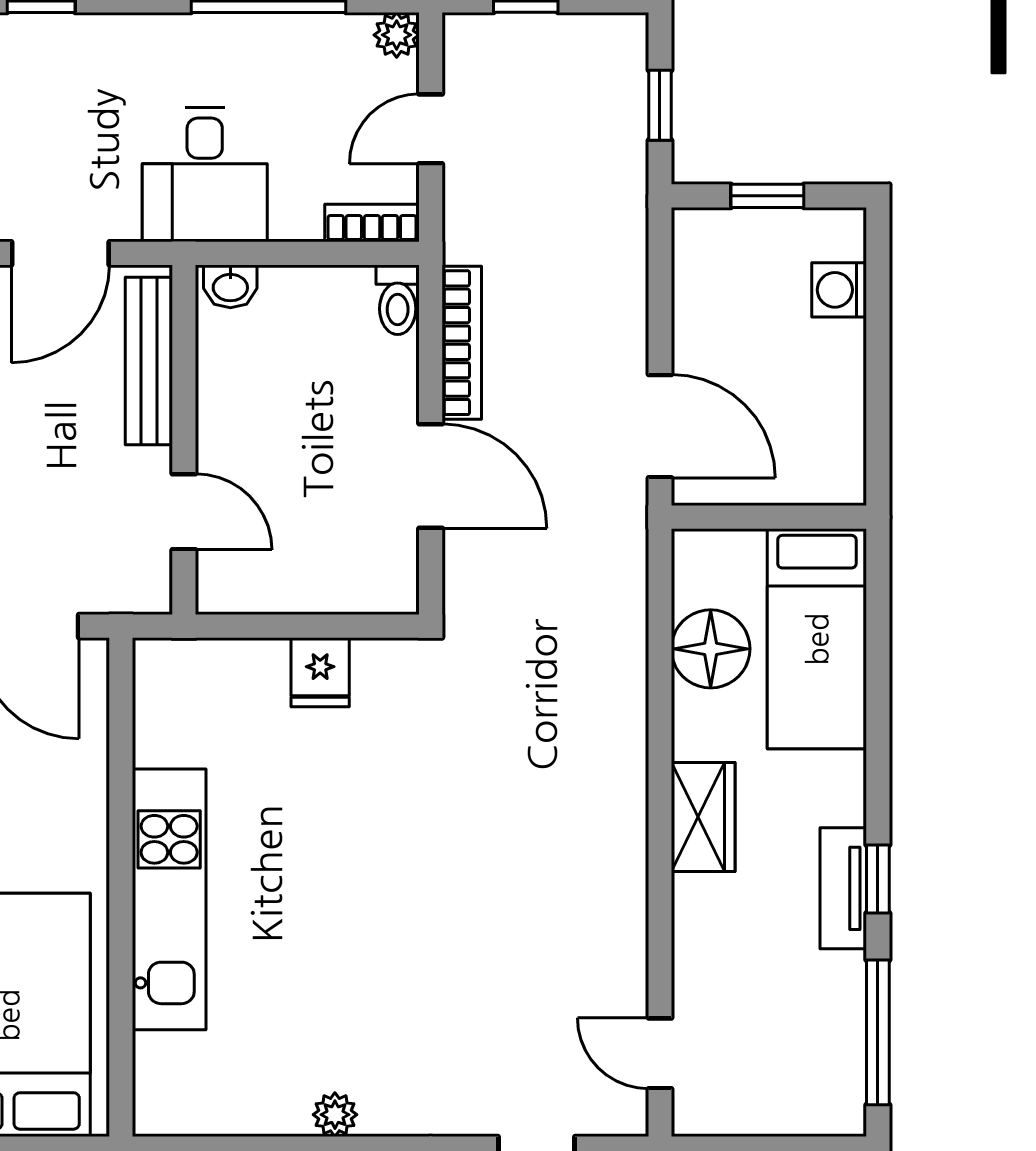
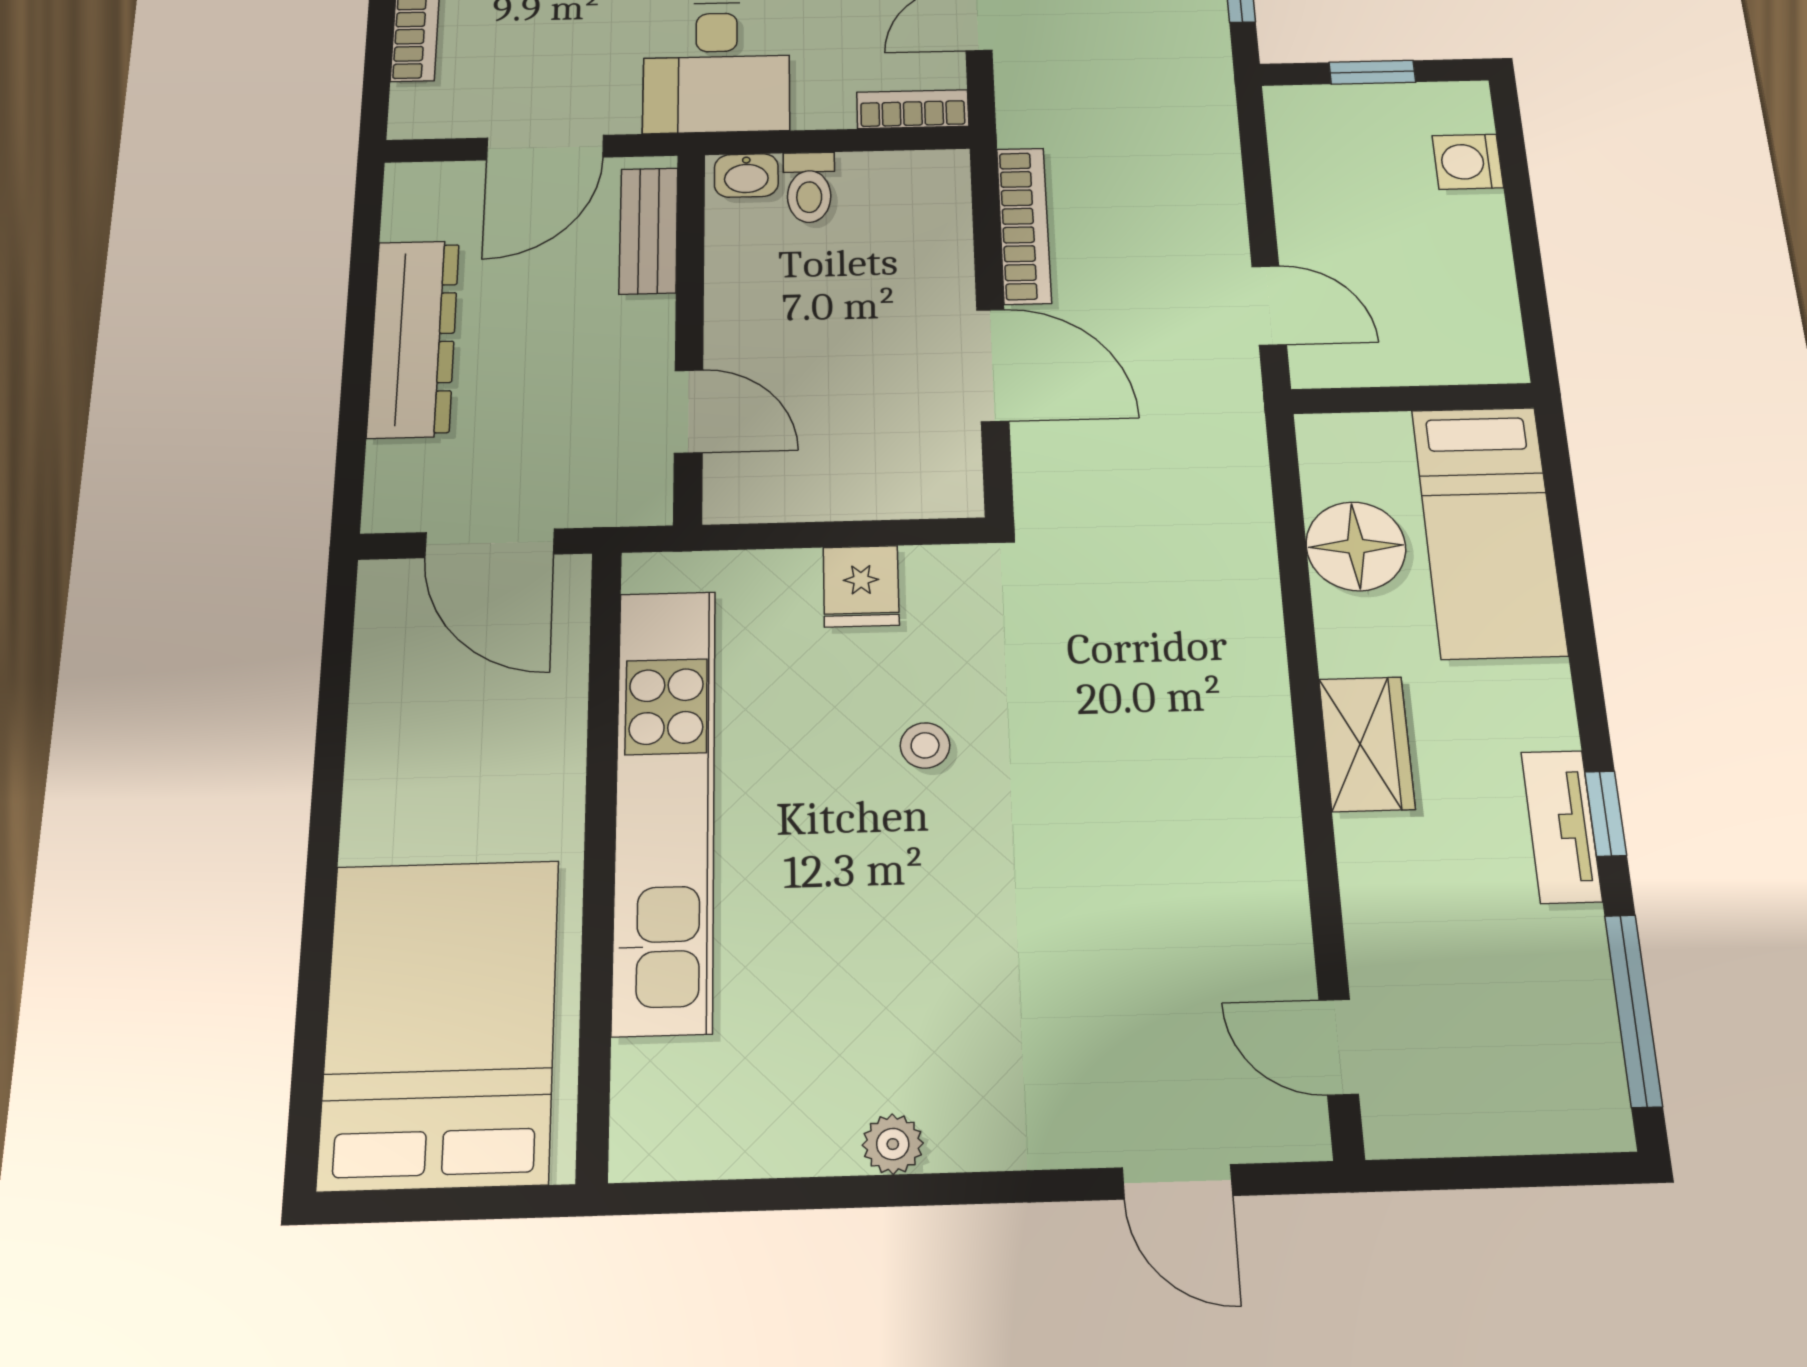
toilet: (398, 300) -> (809, 187), moved
bench: (149, 361) -> (648, 231), width x0.73
door: (660, 426) -> (1269, 305), width x0.73
stool: (366, 808) -> (925, 745), added
kitchen unit: (169, 899) -> (665, 806), width x1.36

